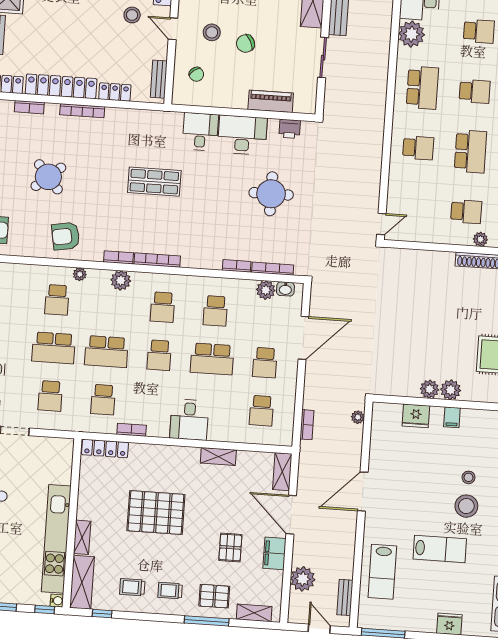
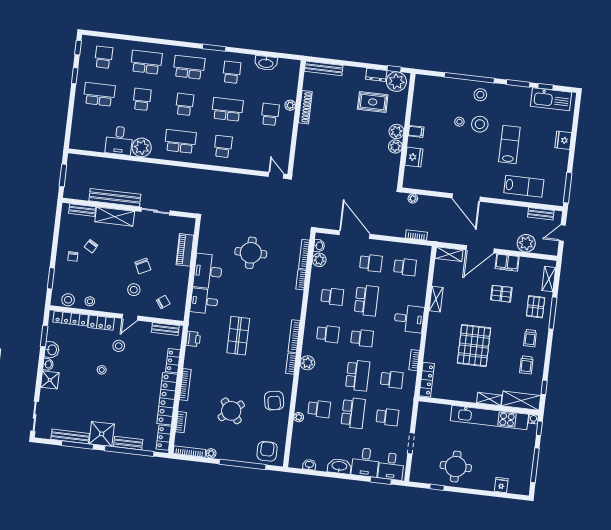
printer: (290, 129) -> (193, 339), moved
plant: (80, 274) -> (299, 417), moved

